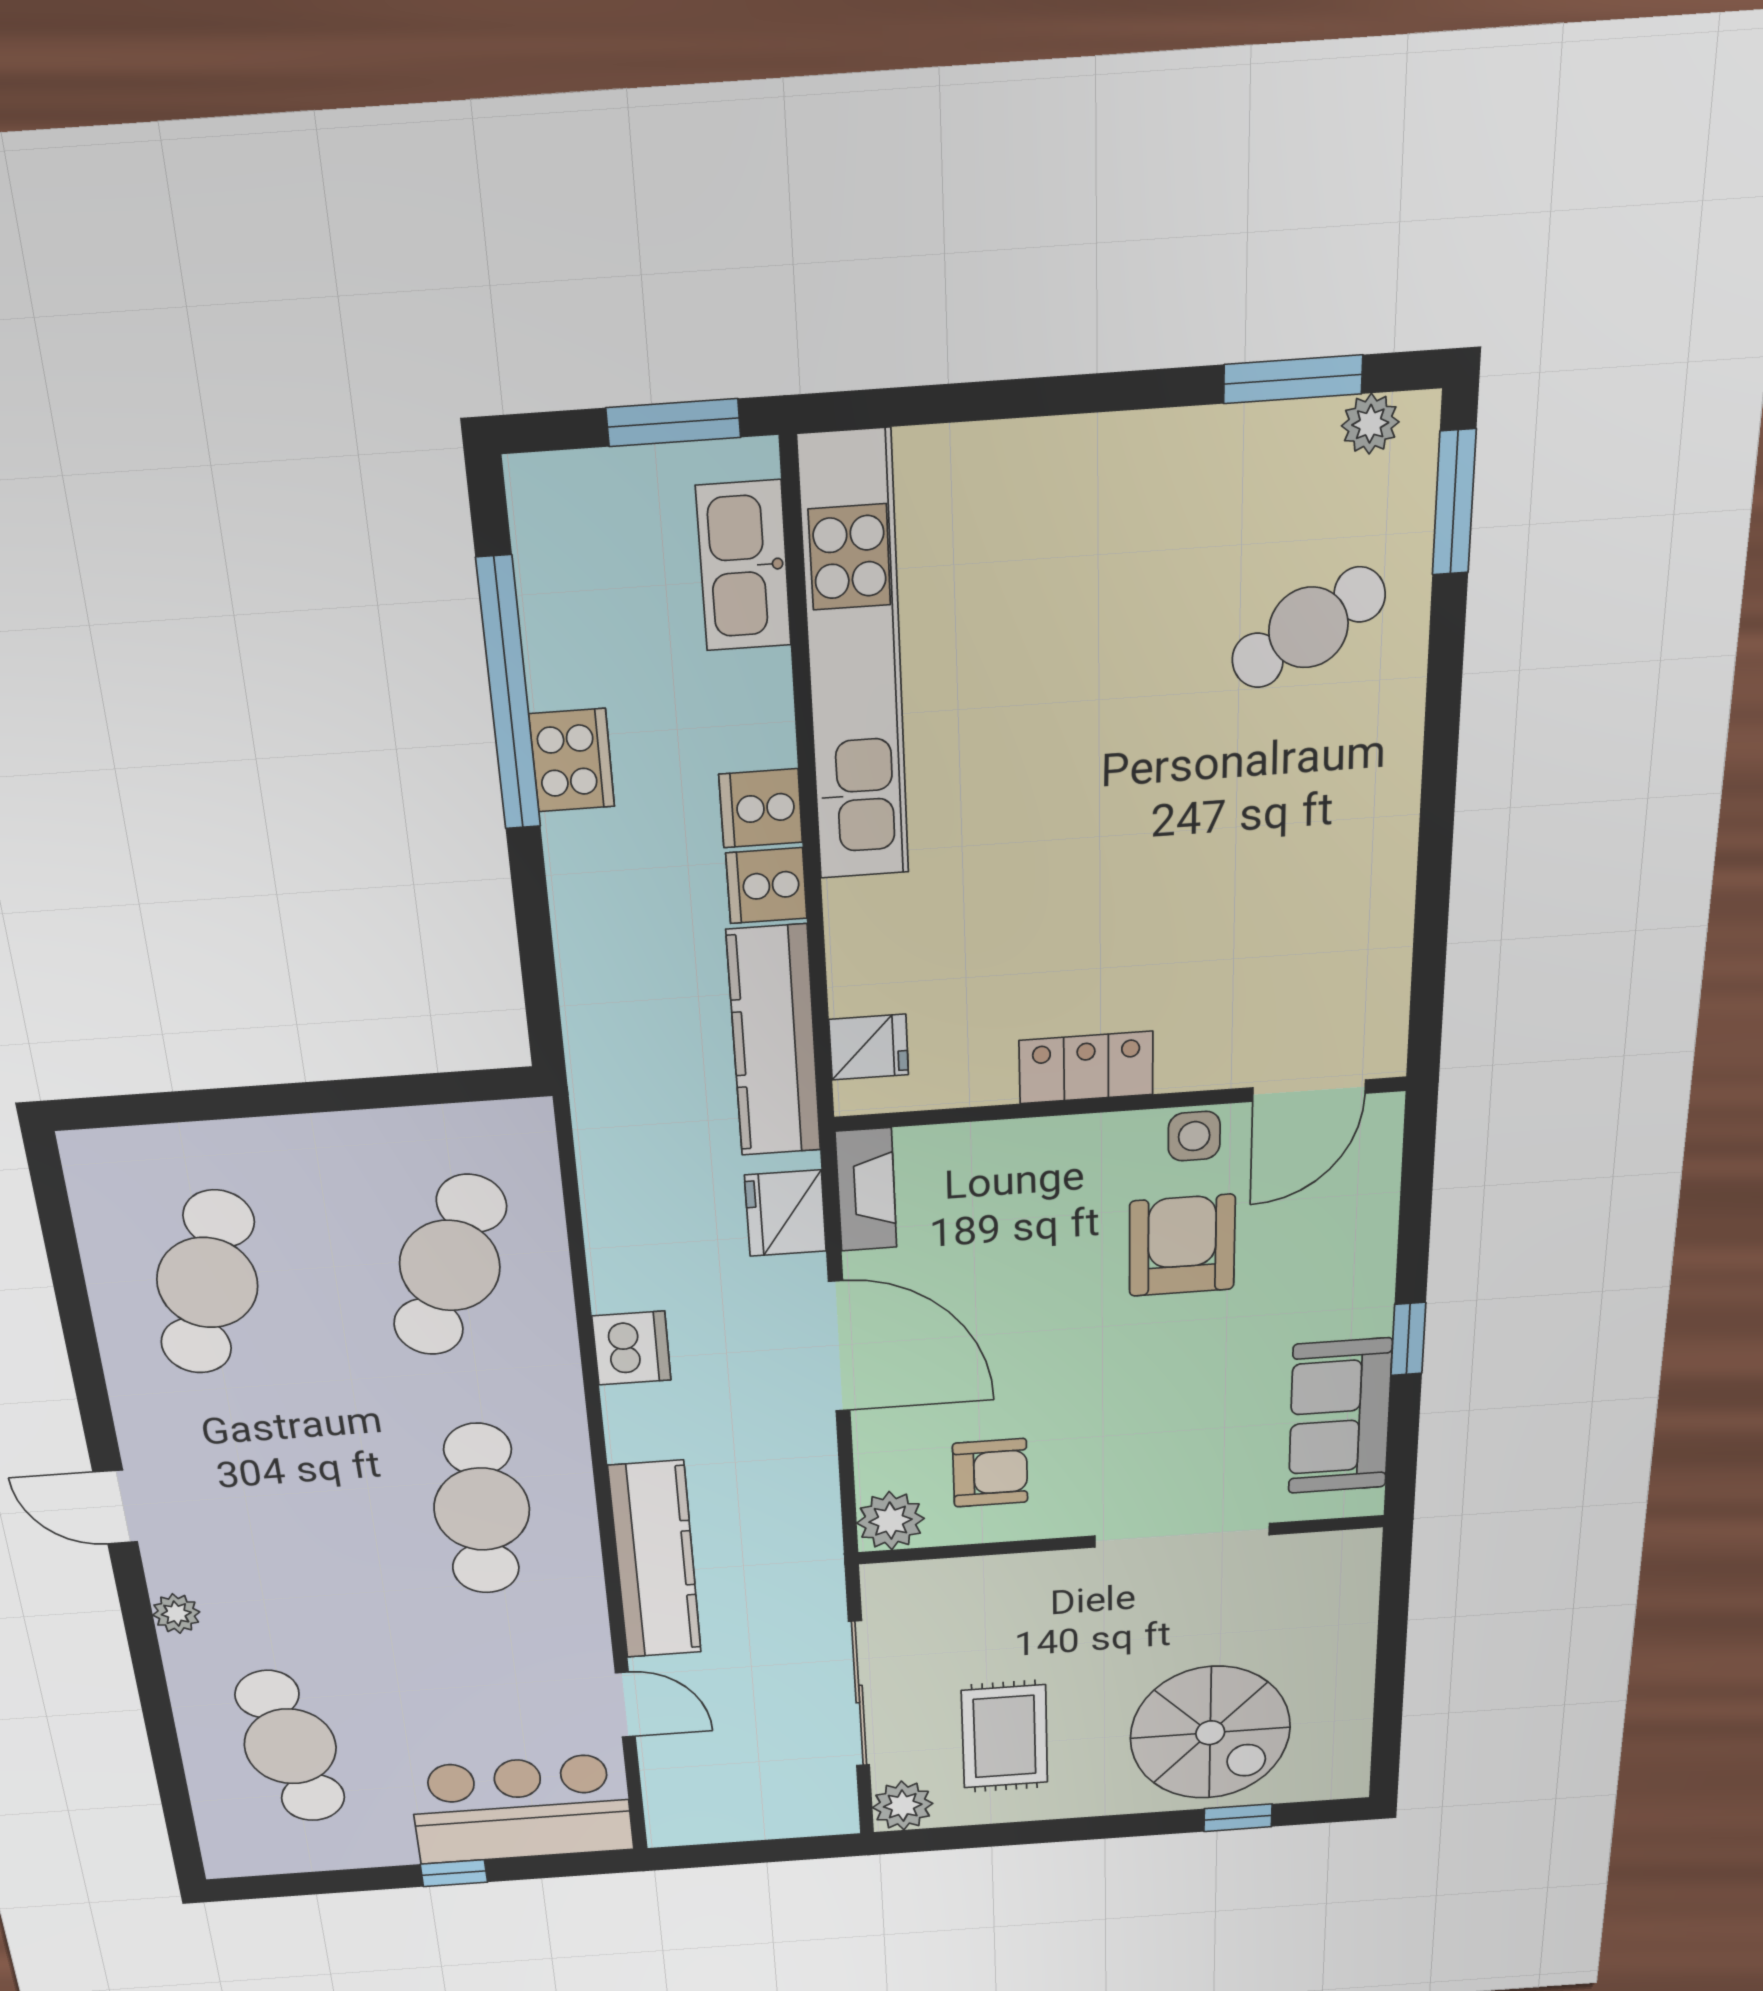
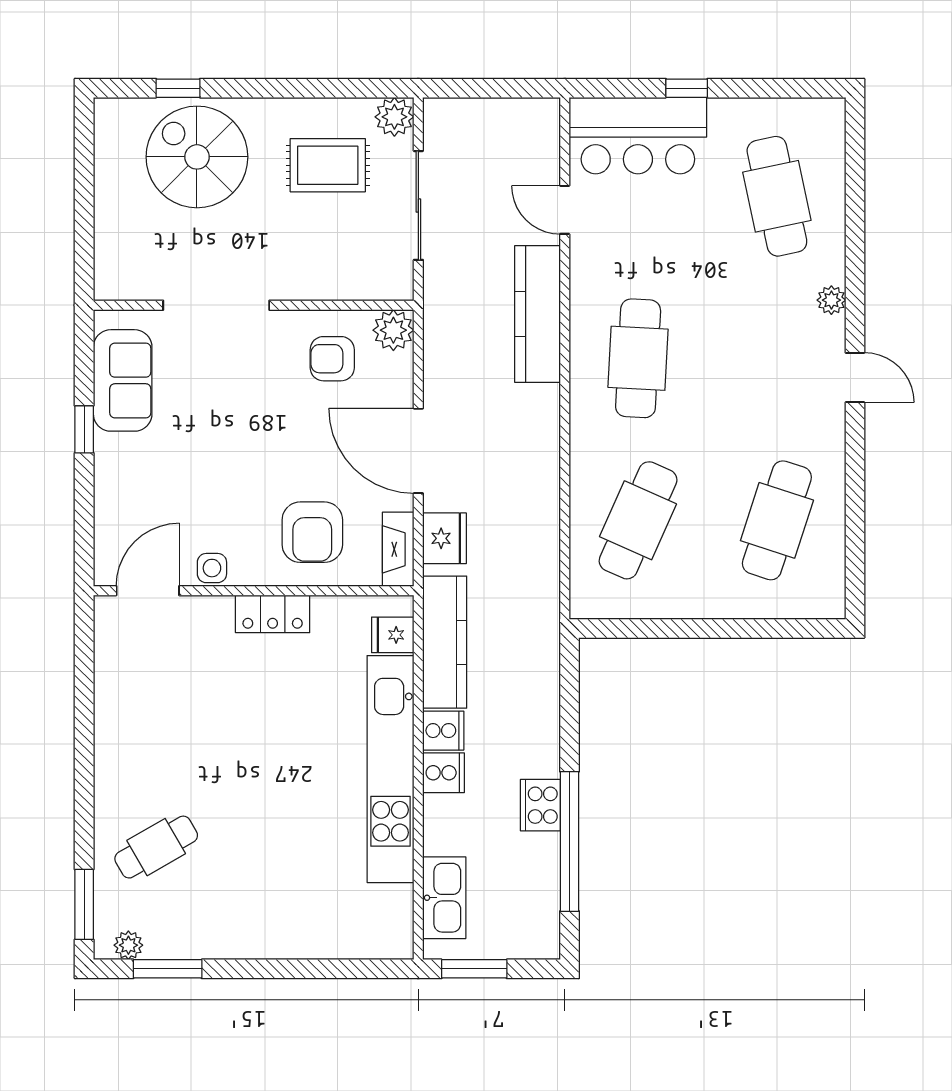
kitchen unit: (854, 661) -> (390, 769), moved
armchair: (1182, 1245) -> (312, 532), moved
dishwasher: (632, 1348) -> (539, 459), removed
rug: (1005, 1737) -> (328, 165), turned 90

